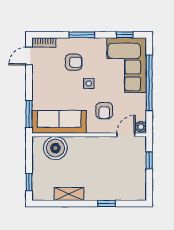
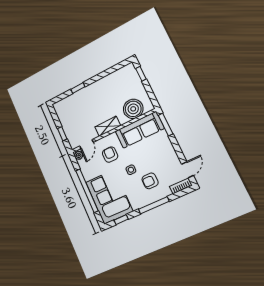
window: (82, 35) -> (154, 205), width x1.44
shelving: (69, 194) -> (108, 126), moved

